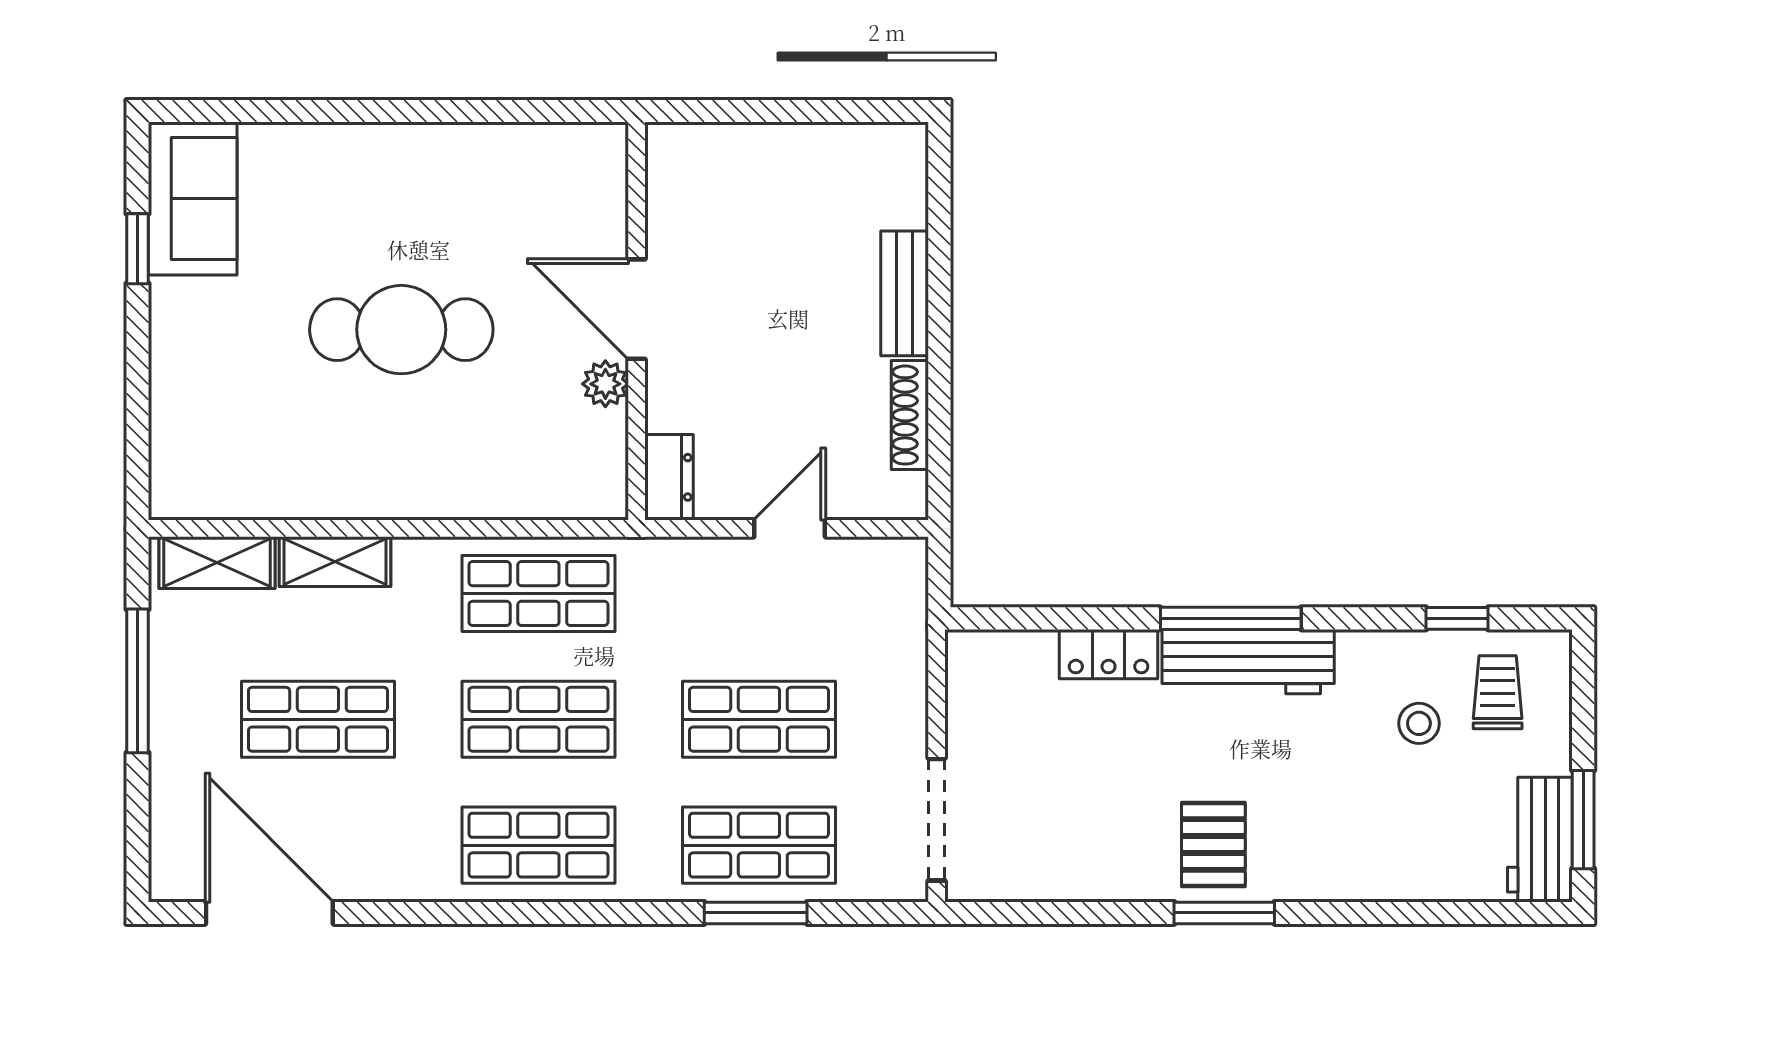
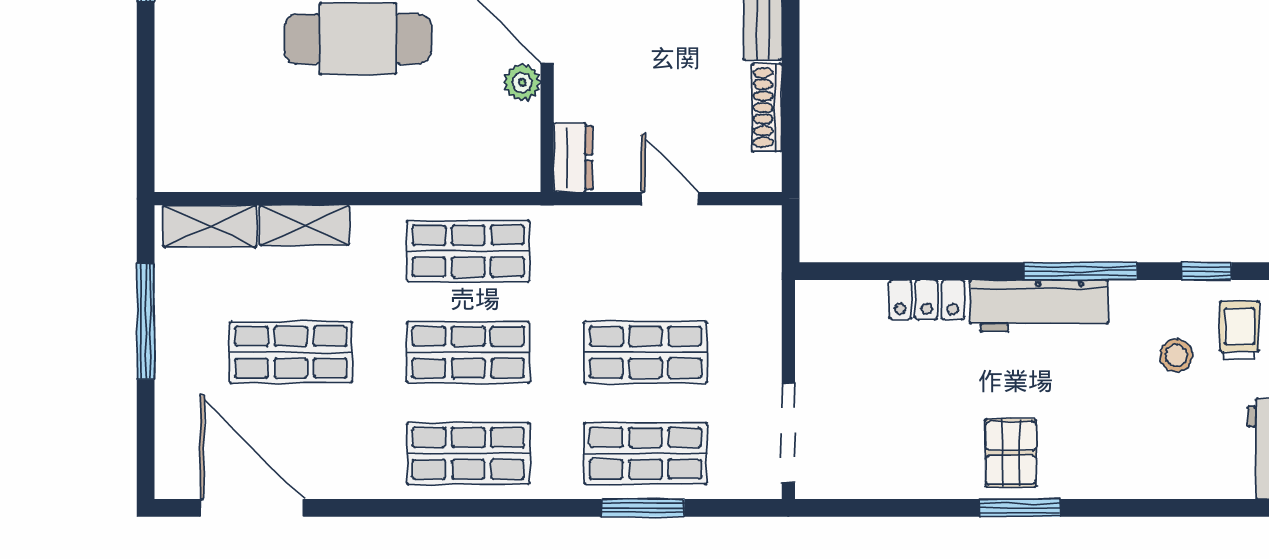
door: (790, 528) -> (670, 199), hinge flipped
window: (1231, 618) -> (1080, 271), moved

